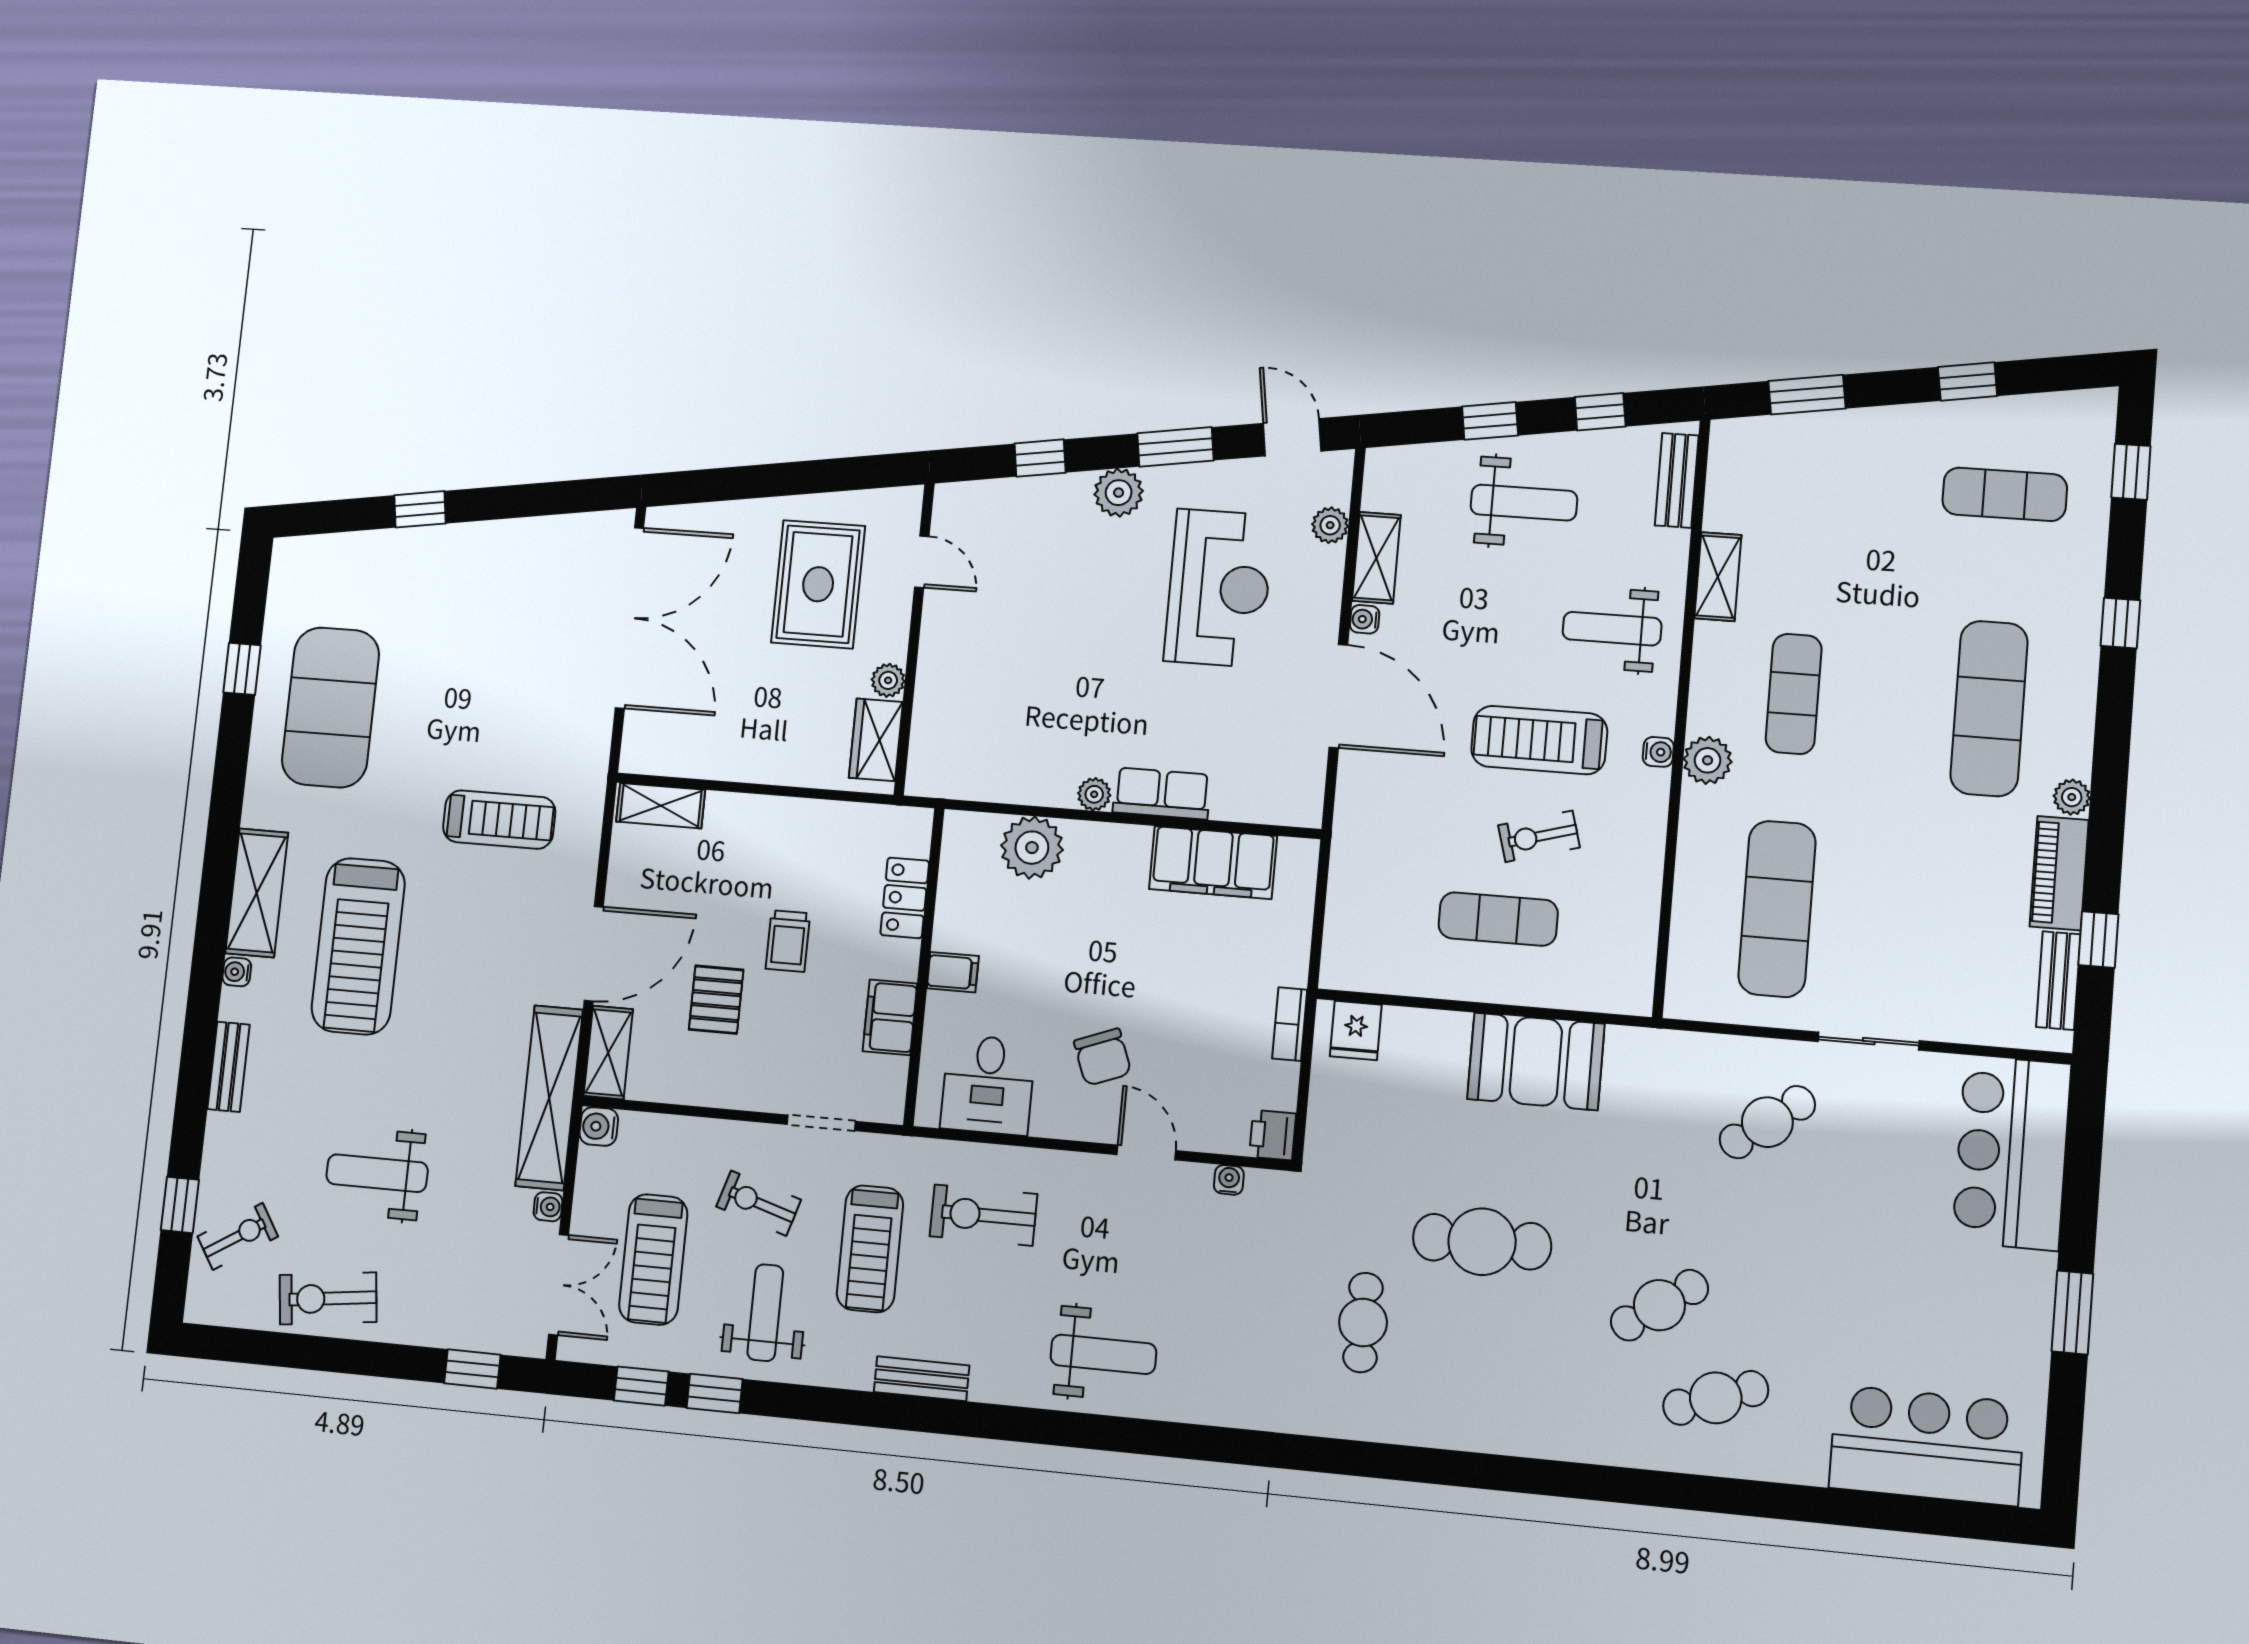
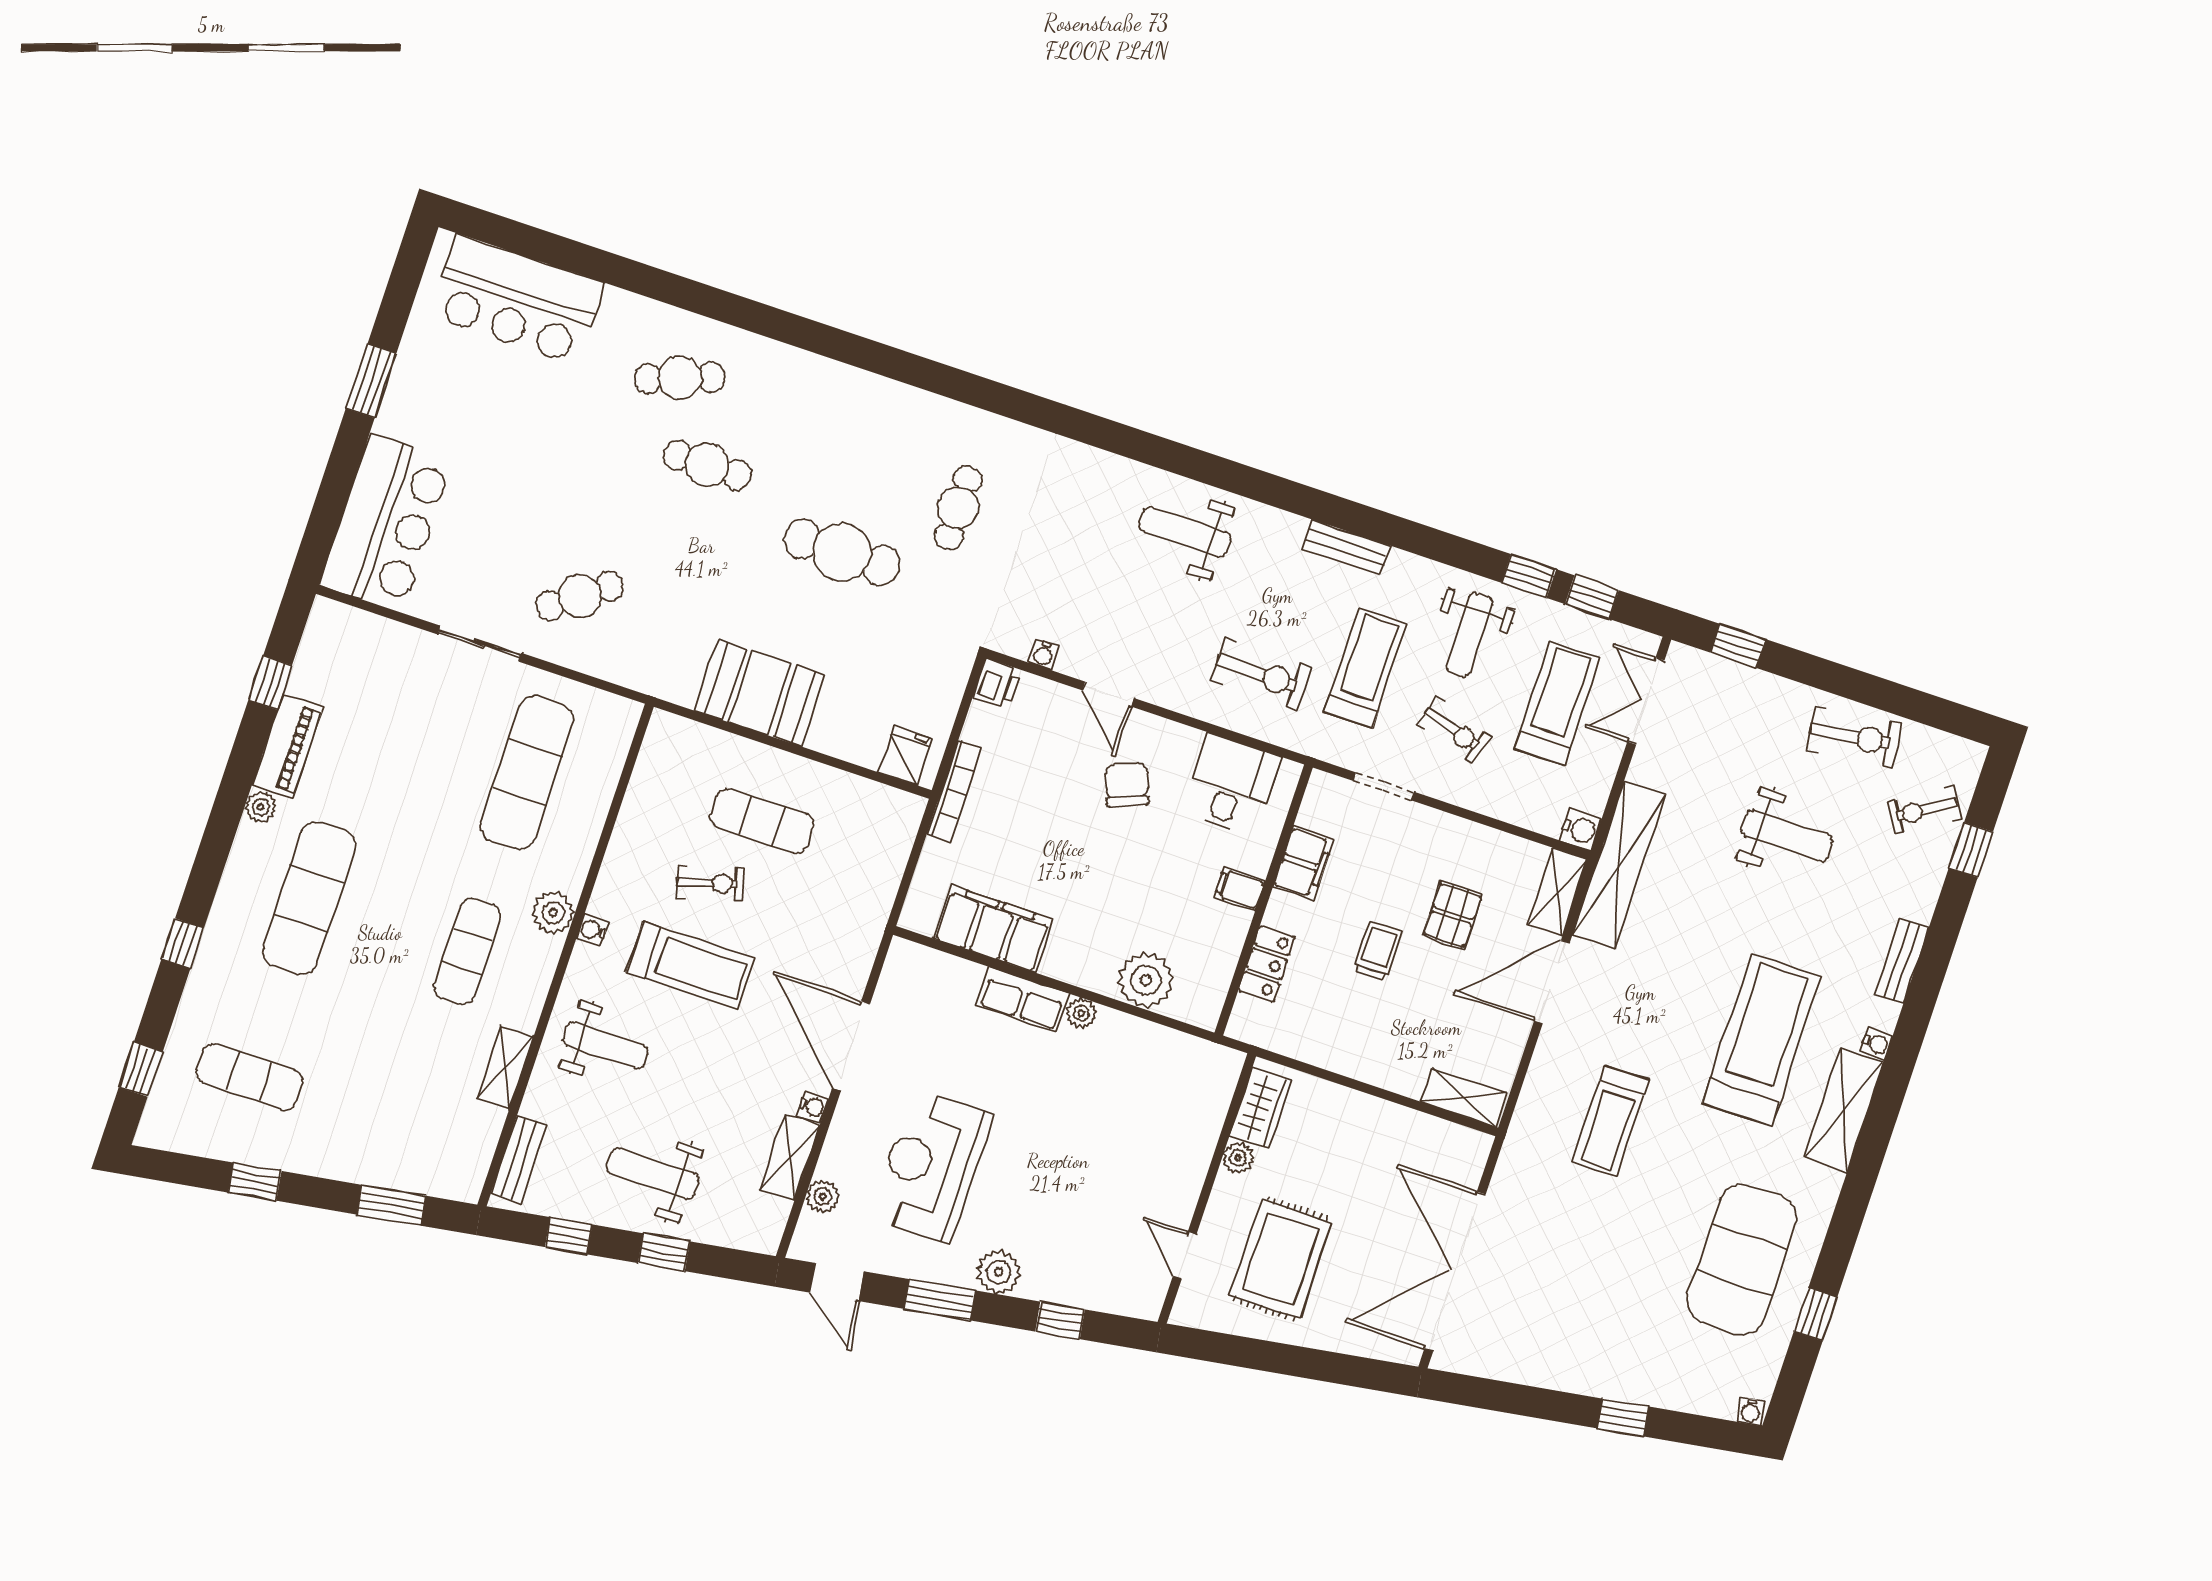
treadmill: (499, 820) -> (1611, 1121), turned -90
bench: (2058, 981) -> (311, 657), removed
bookcase: (1290, 1024) -> (954, 791), width x1.56
water cooler: (548, 1207) -> (1751, 1411), moved, turned -99
cafe table: (1659, 1305) -> (707, 465), turned 35

